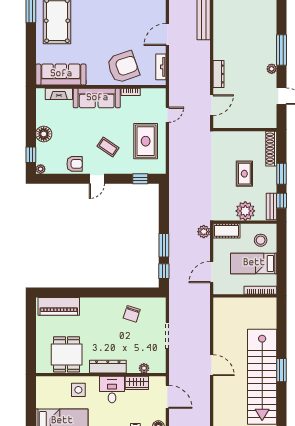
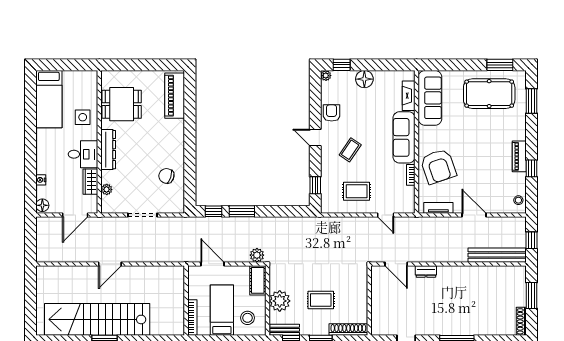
plant: (272, 69) -> (436, 330), removed
dresser: (218, 74) -> (426, 271), width x0.70
rug: (146, 141) -> (357, 191), width x0.73, depth x0.70
armchair: (75, 164) -> (332, 113), turned 180

